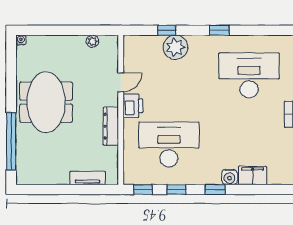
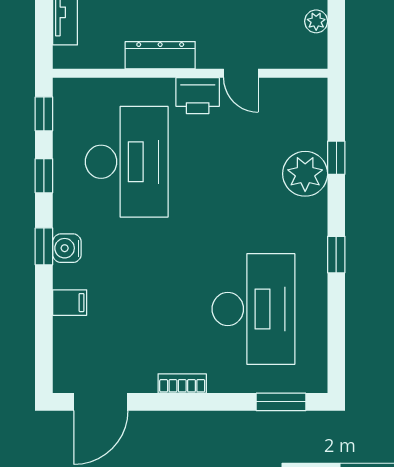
filing cabinet: (253, 175) -> (70, 303), width x0.50
water cooler: (230, 177) -> (67, 248), moved

